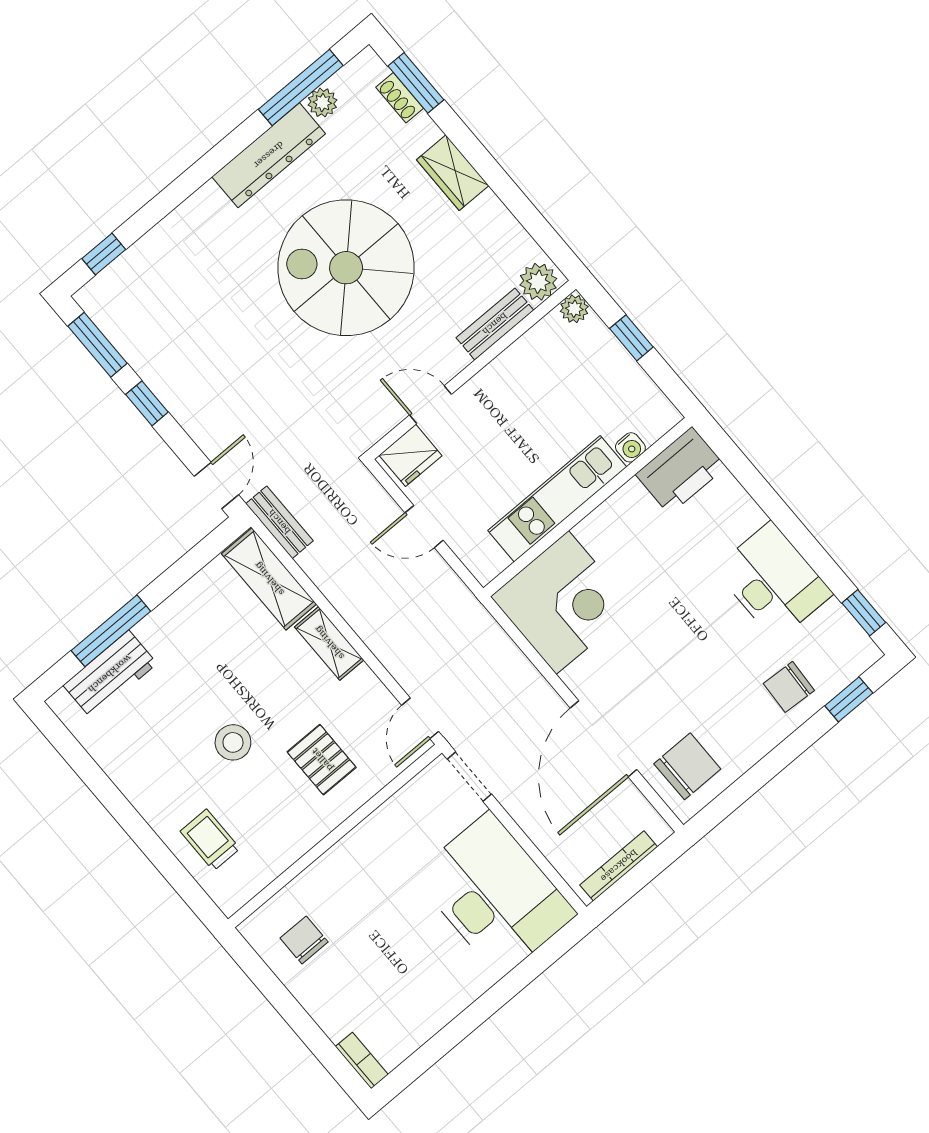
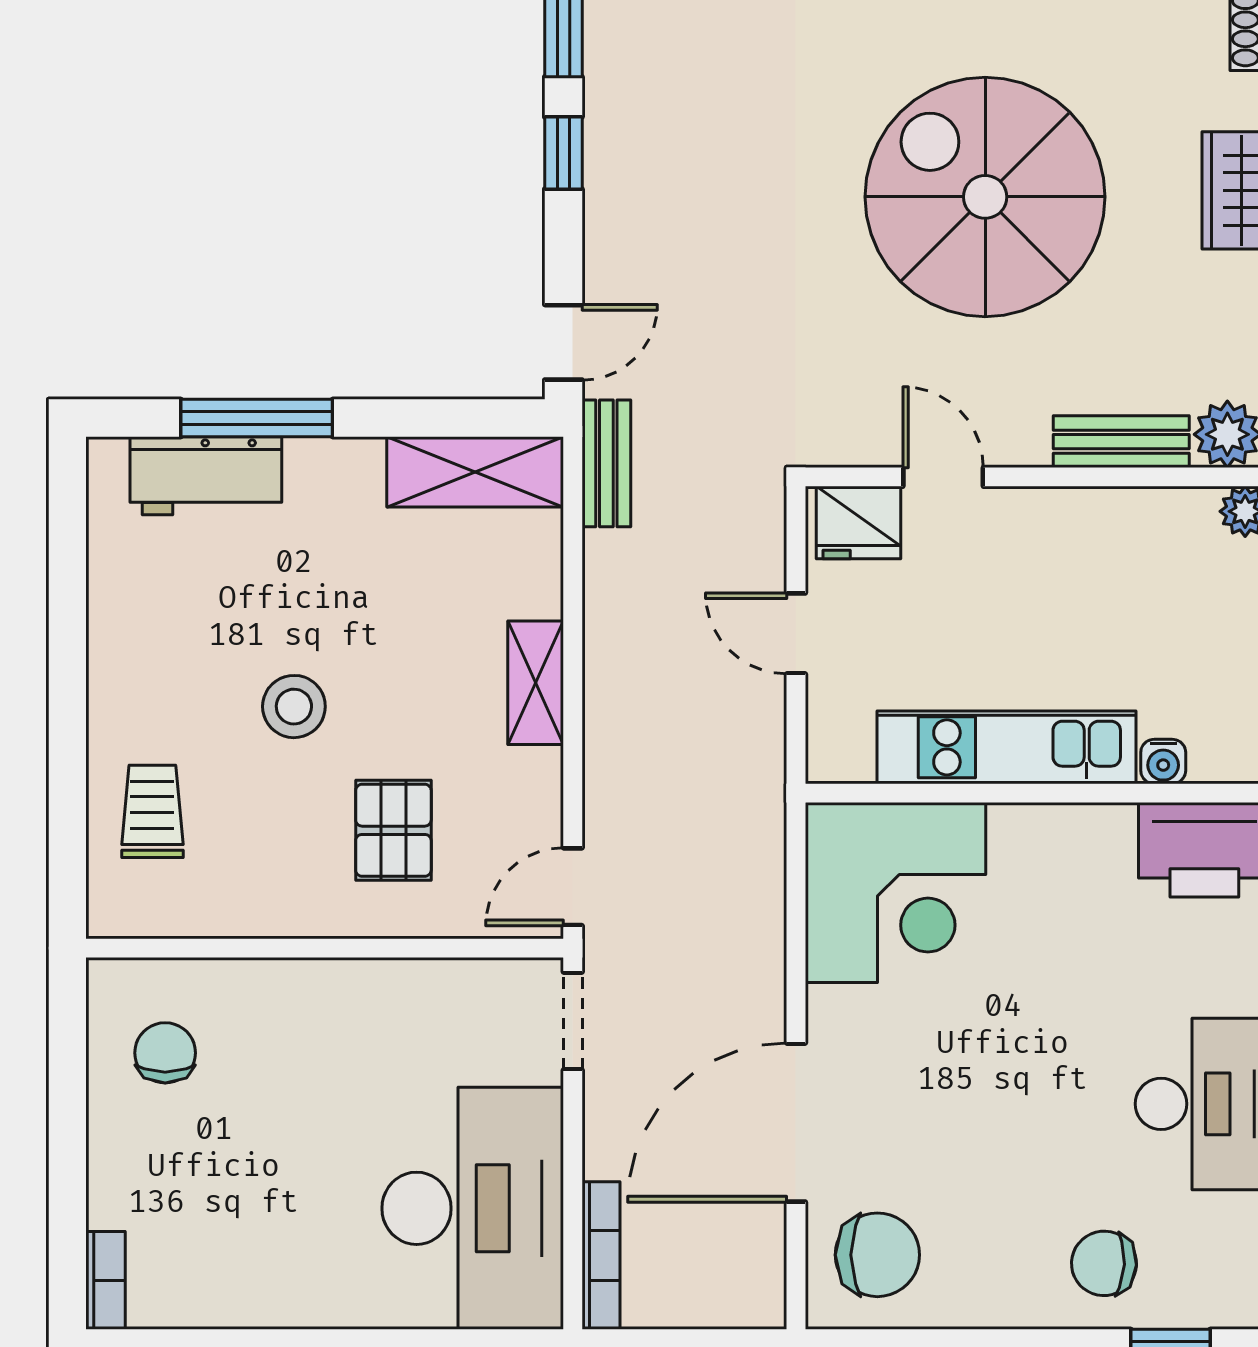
shelving: (269, 579) -> (475, 472), moved, turned 90
bookcase: (619, 866) -> (601, 1256), moved, turned 90

